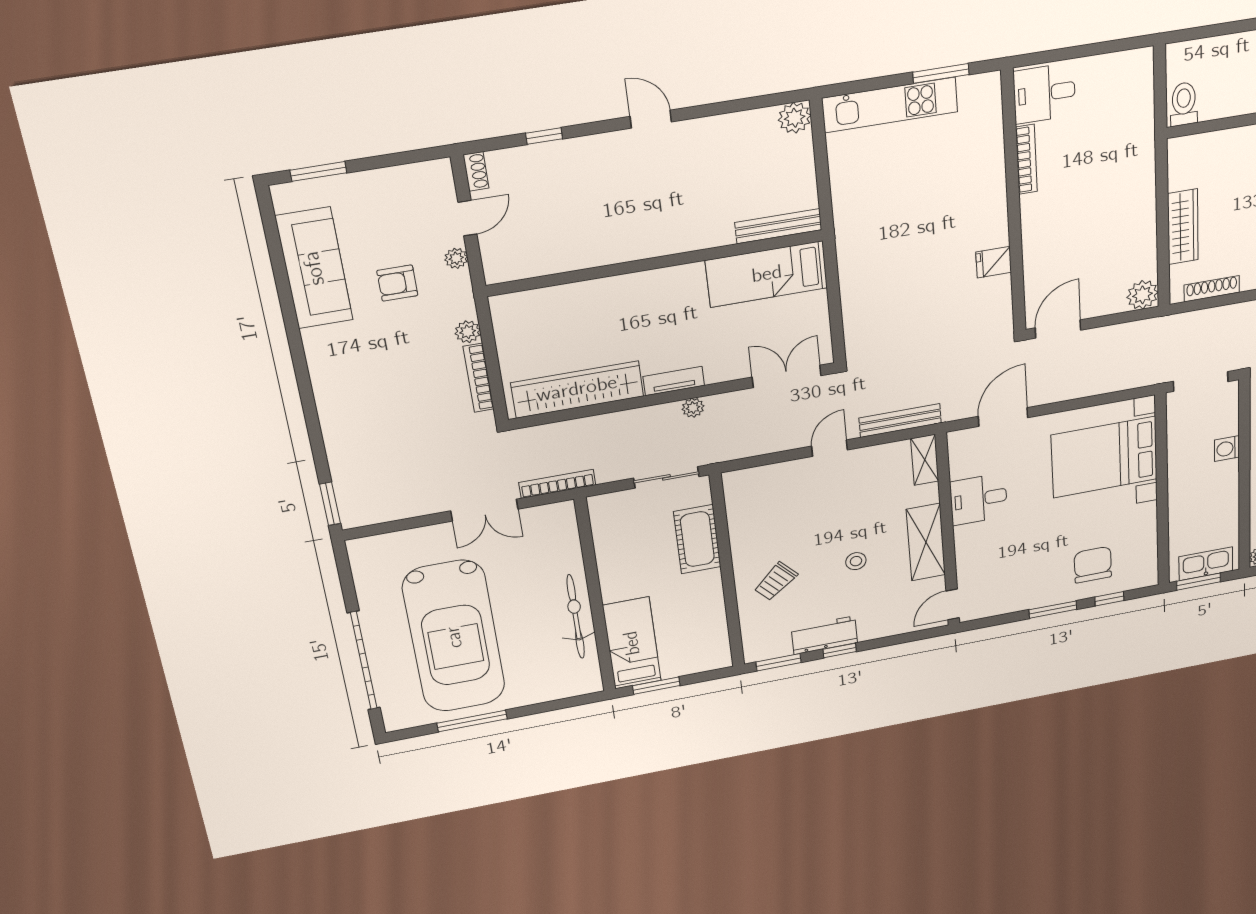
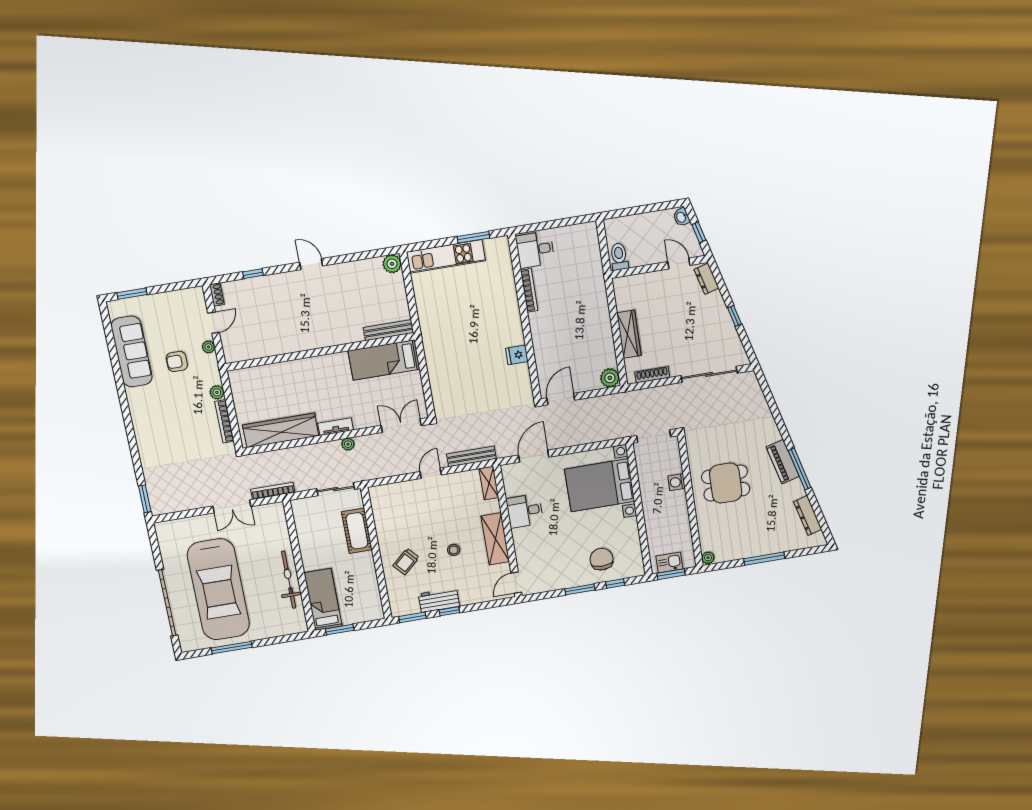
kitchen sink: (1206, 564) -> (669, 563), width x0.73

